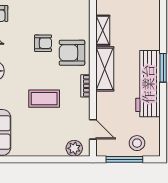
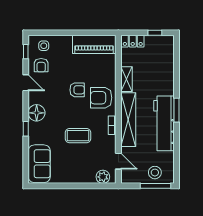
shelving: (105, 69) -> (128, 120), width x1.47
window: (124, 159) -> (156, 186), moved

